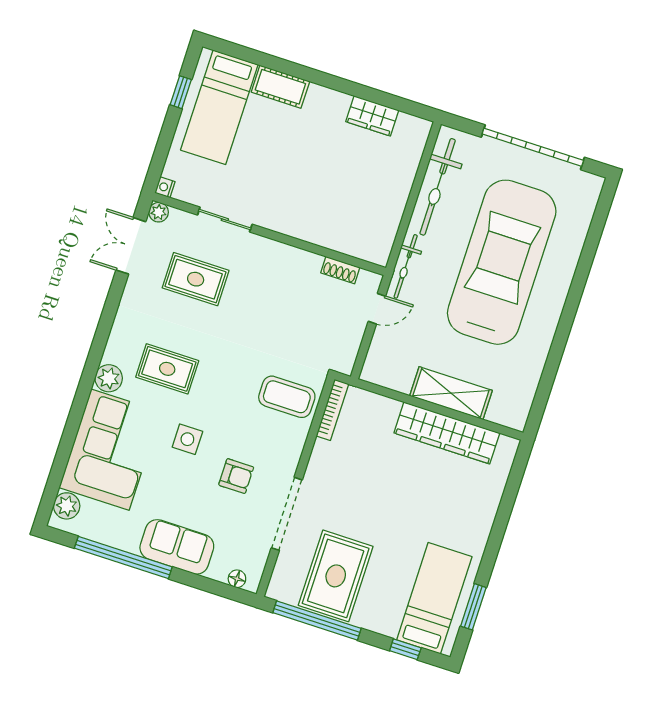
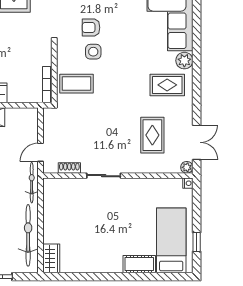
wardrobe: (372, 116) -> (51, 258), moved, turned 90
sliding door: (225, 220) -> (104, 176), moved
rug: (196, 279) -> (152, 135), turned 90
rug: (167, 369) -> (167, 85), moved
side table: (187, 439) -> (93, 52), moved

